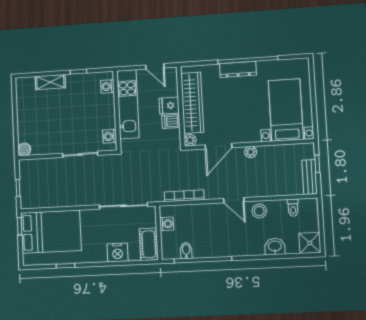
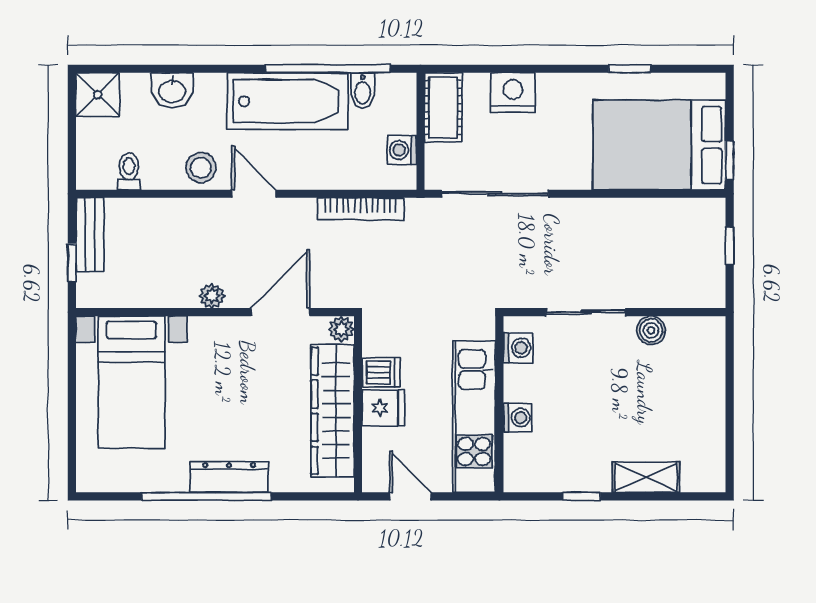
washing machine: (107, 87) -> (518, 418), moved
boiler: (24, 149) -> (651, 330), moved
bathtub: (220, 244) -> (288, 101), added

